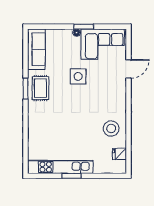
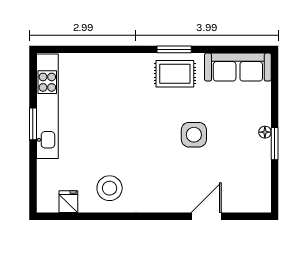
corner sofa: (103, 44) -> (246, 175), removed
door: (129, 69) -> (206, 216), swing flipped

